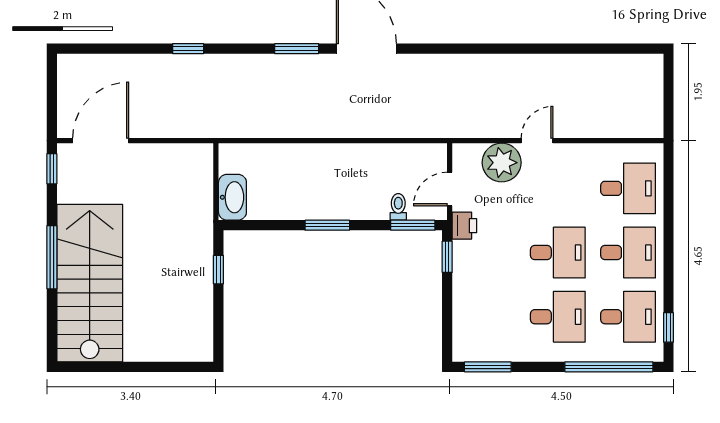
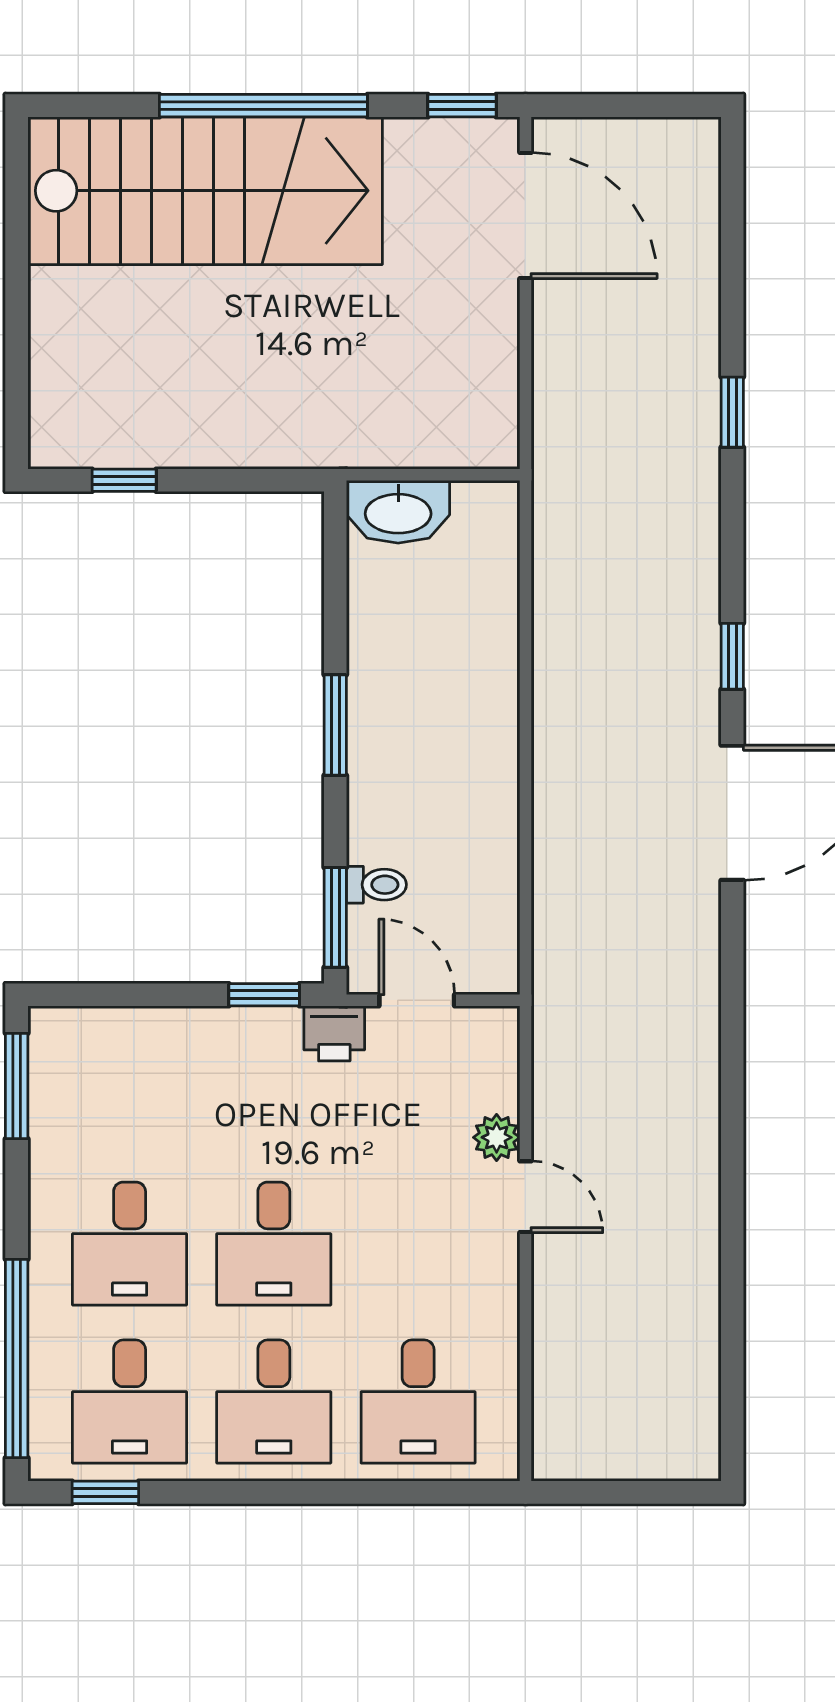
window: (297, 49) -> (732, 656), width x0.67
plant: (502, 163) -> (497, 1137), width x0.53, depth x0.53
window: (52, 257) -> (263, 106), width x1.46
window: (218, 270) -> (124, 480), moved

